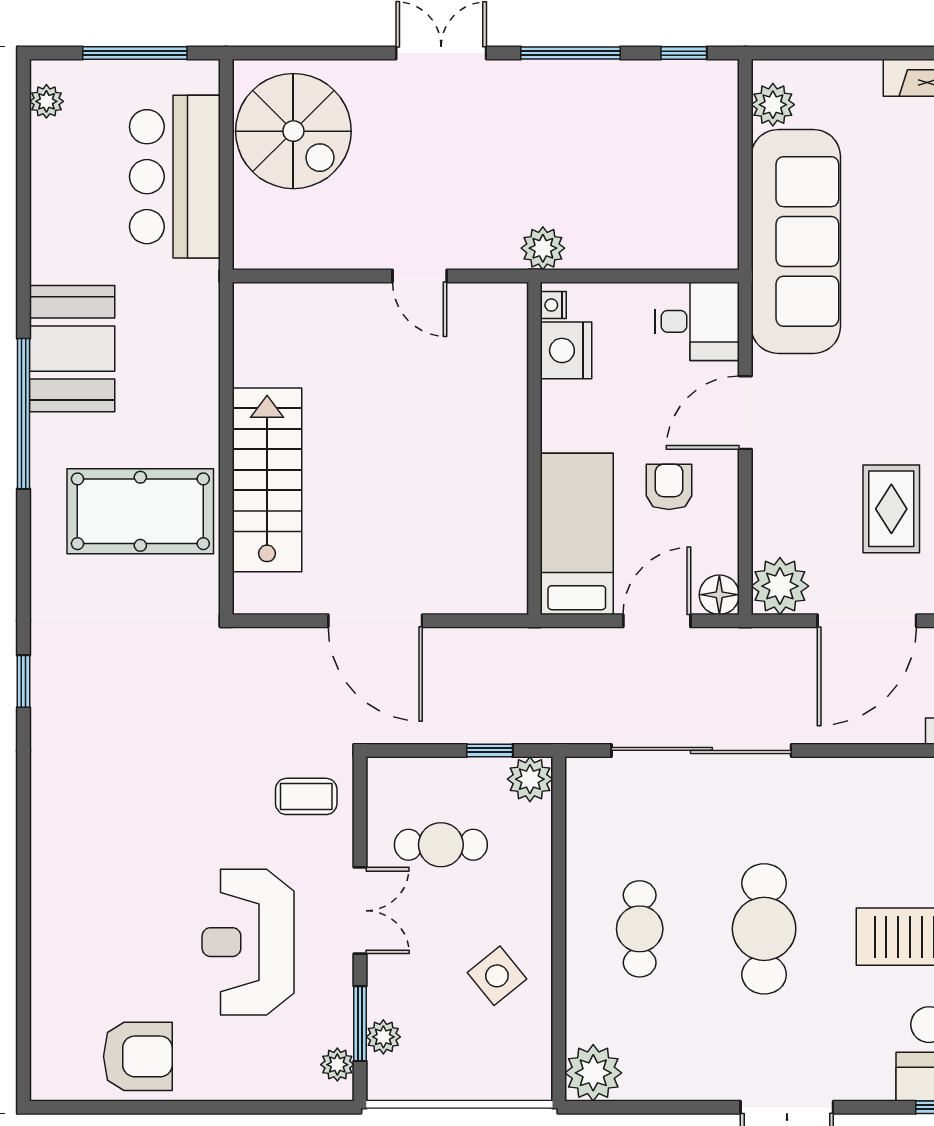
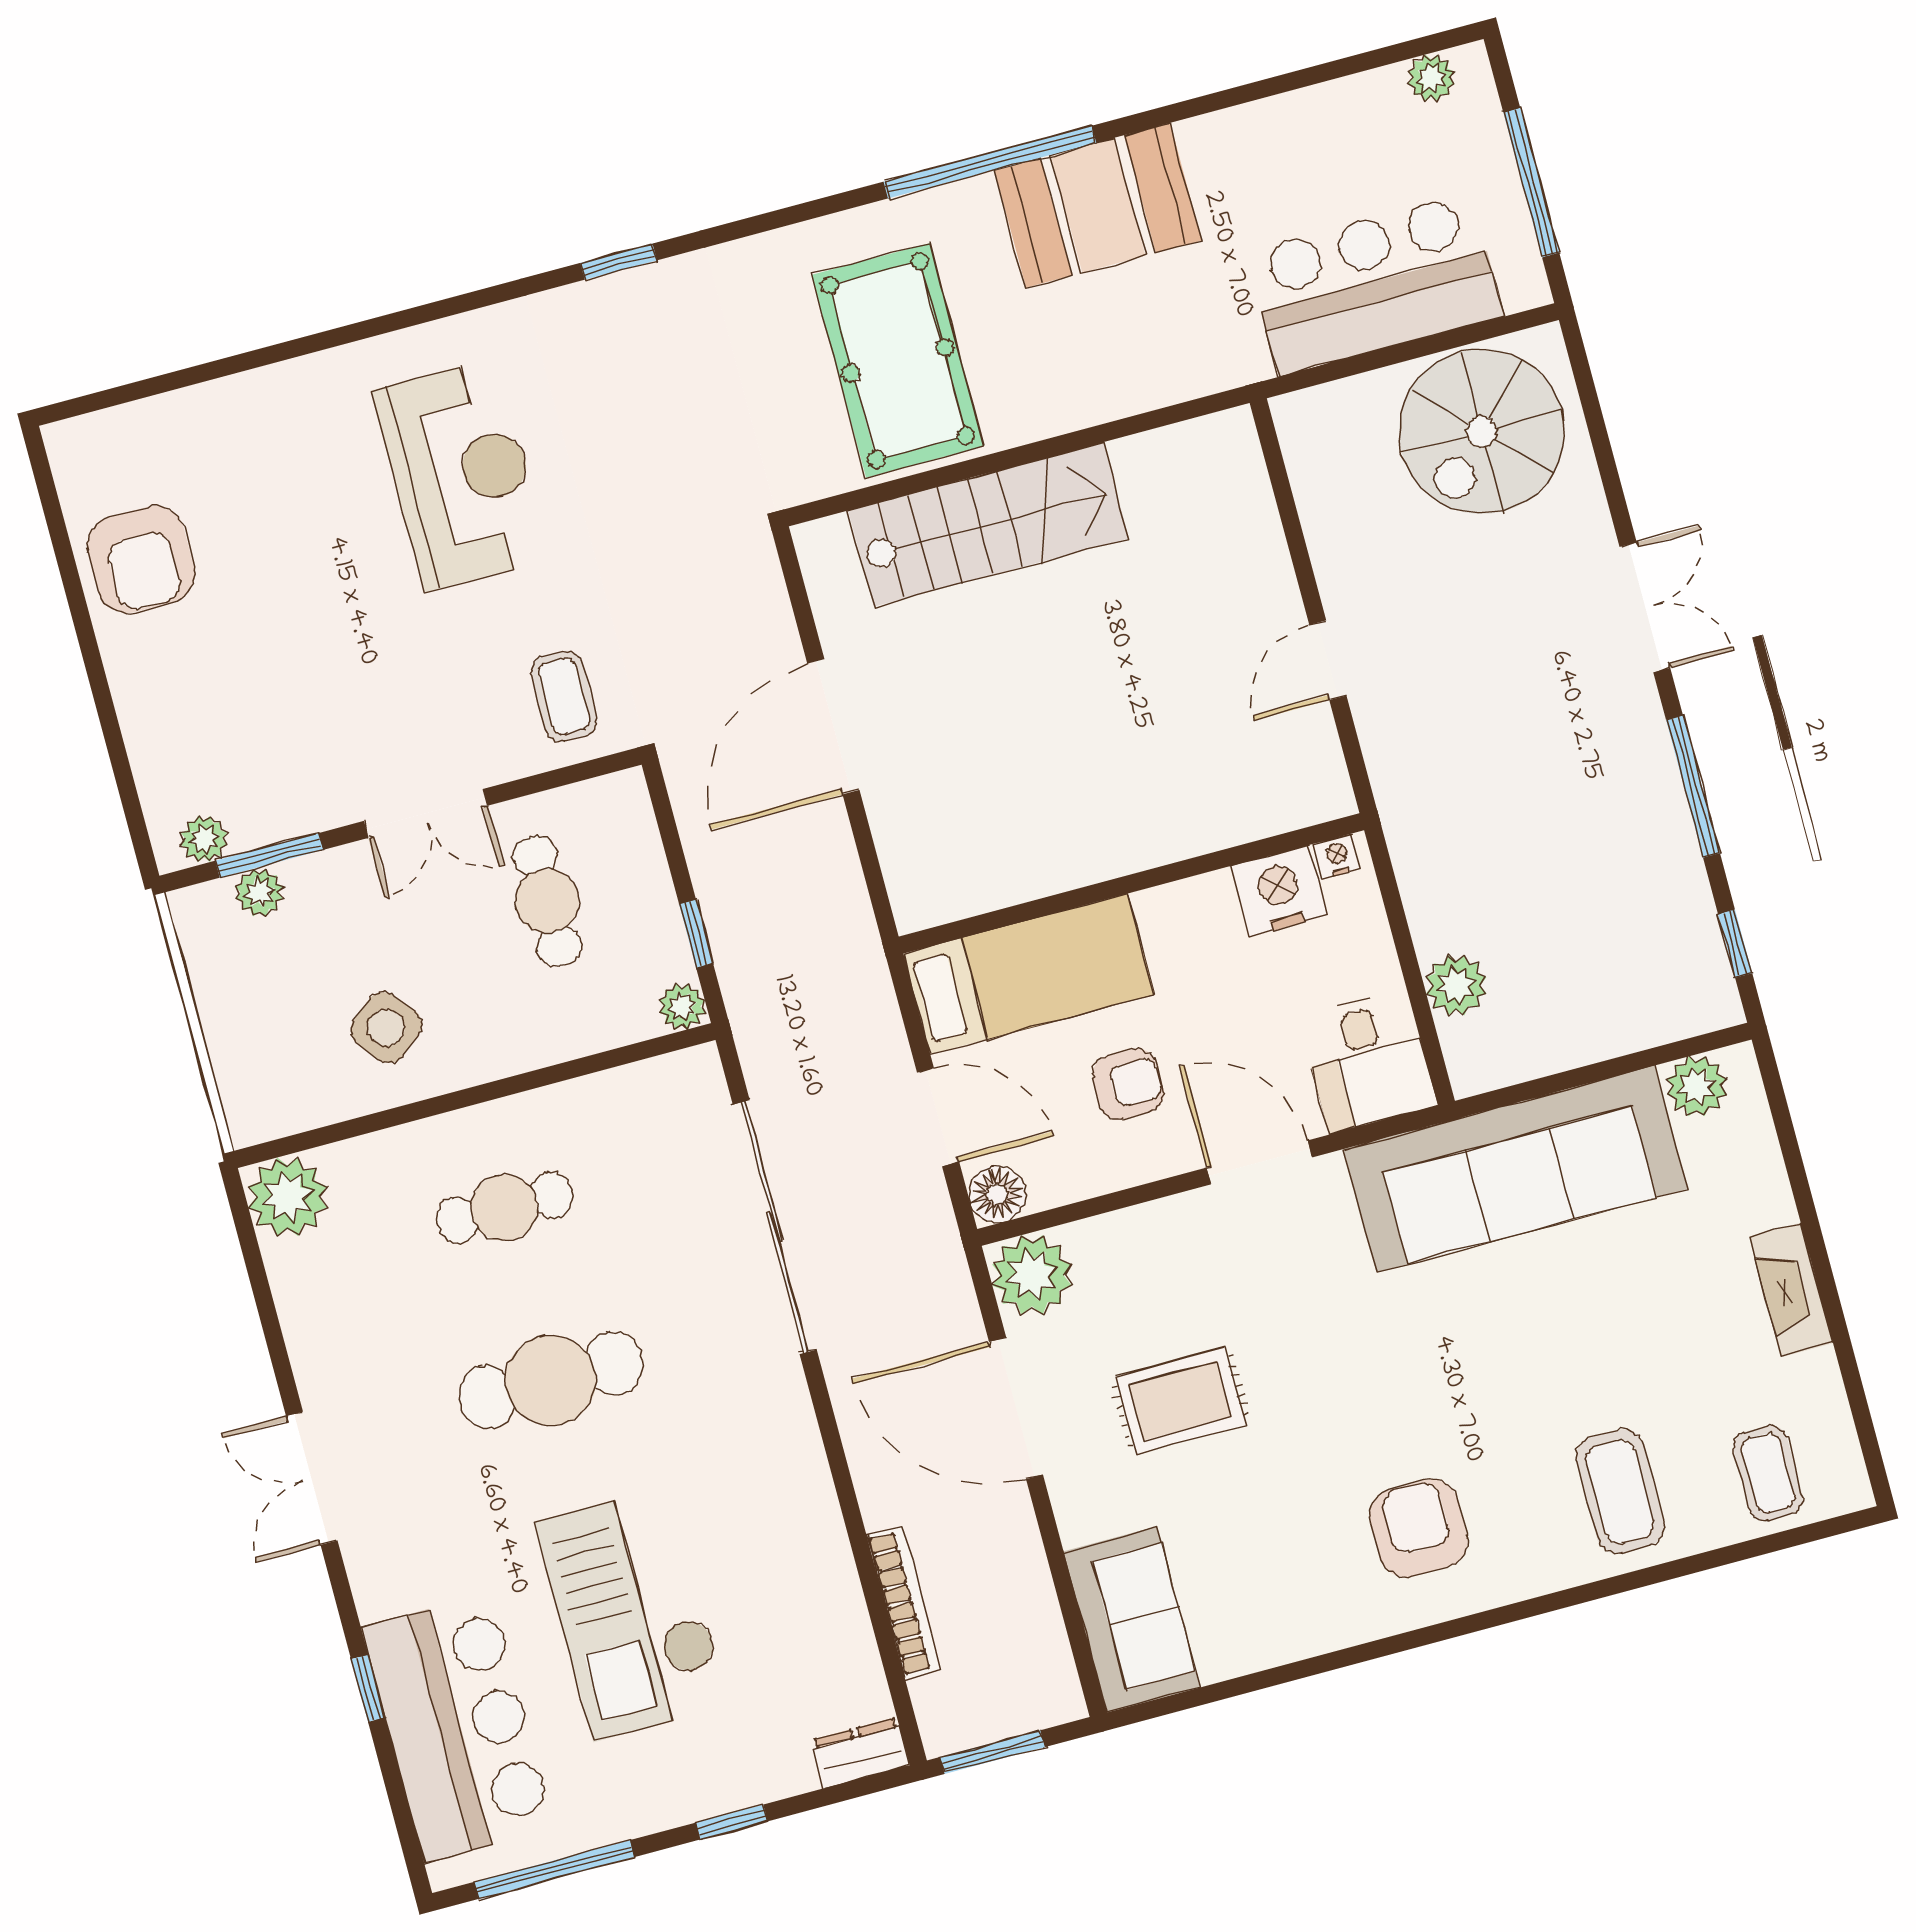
plant: (543, 248) -> (1456, 985), moved
plant: (530, 779) -> (682, 1006), width x0.73, depth x0.73
reception desk: (248, 942) -> (461, 475), moved, turned 90

